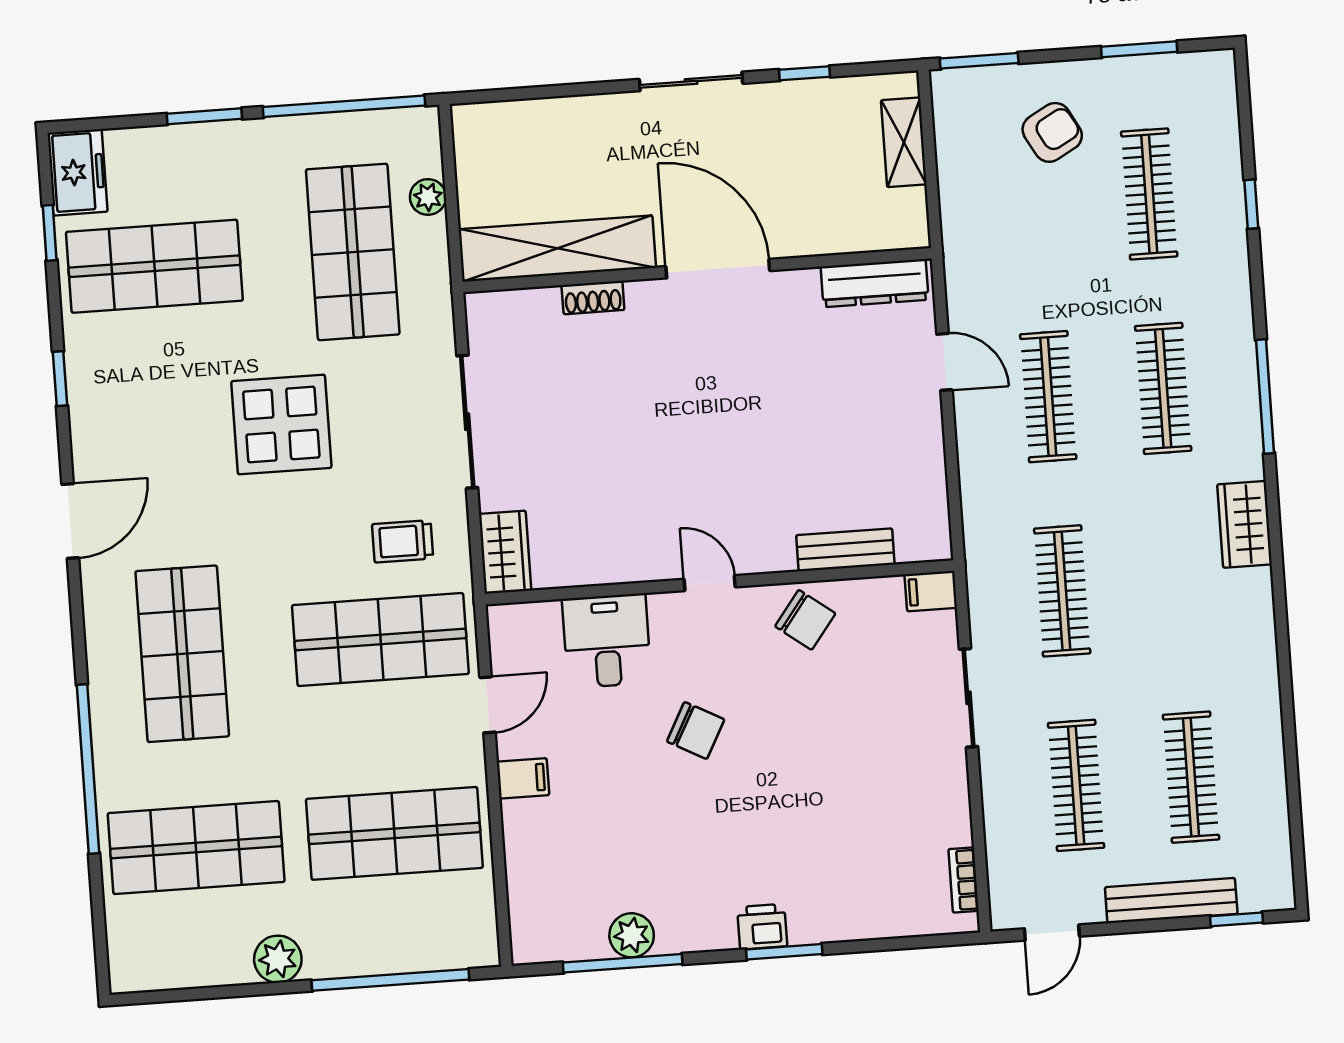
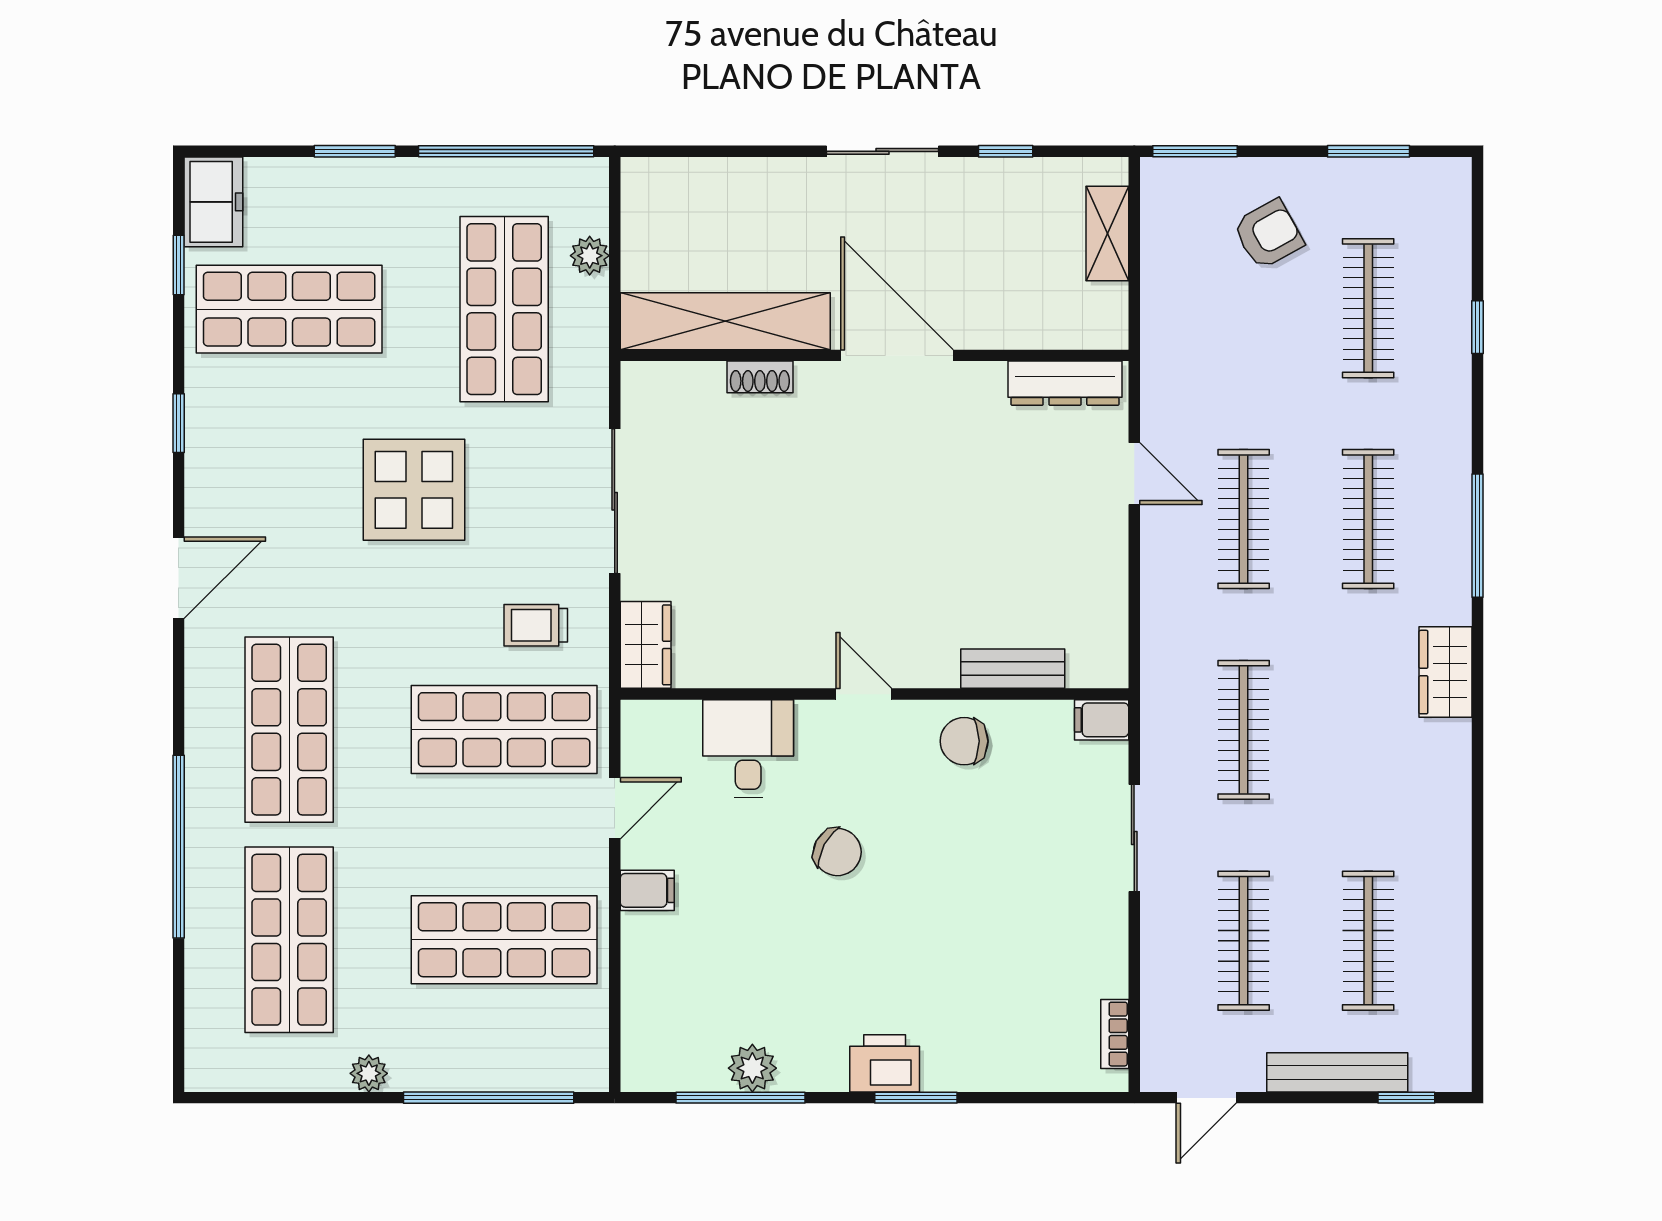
chair: (805, 620) -> (964, 741), turned 143
shop shelf: (196, 848) -> (289, 940), turned 90
printer: (762, 927) -> (885, 1063), width x1.36, depth x1.24
plant: (278, 959) -> (369, 1073), width x0.73, depth x0.73

